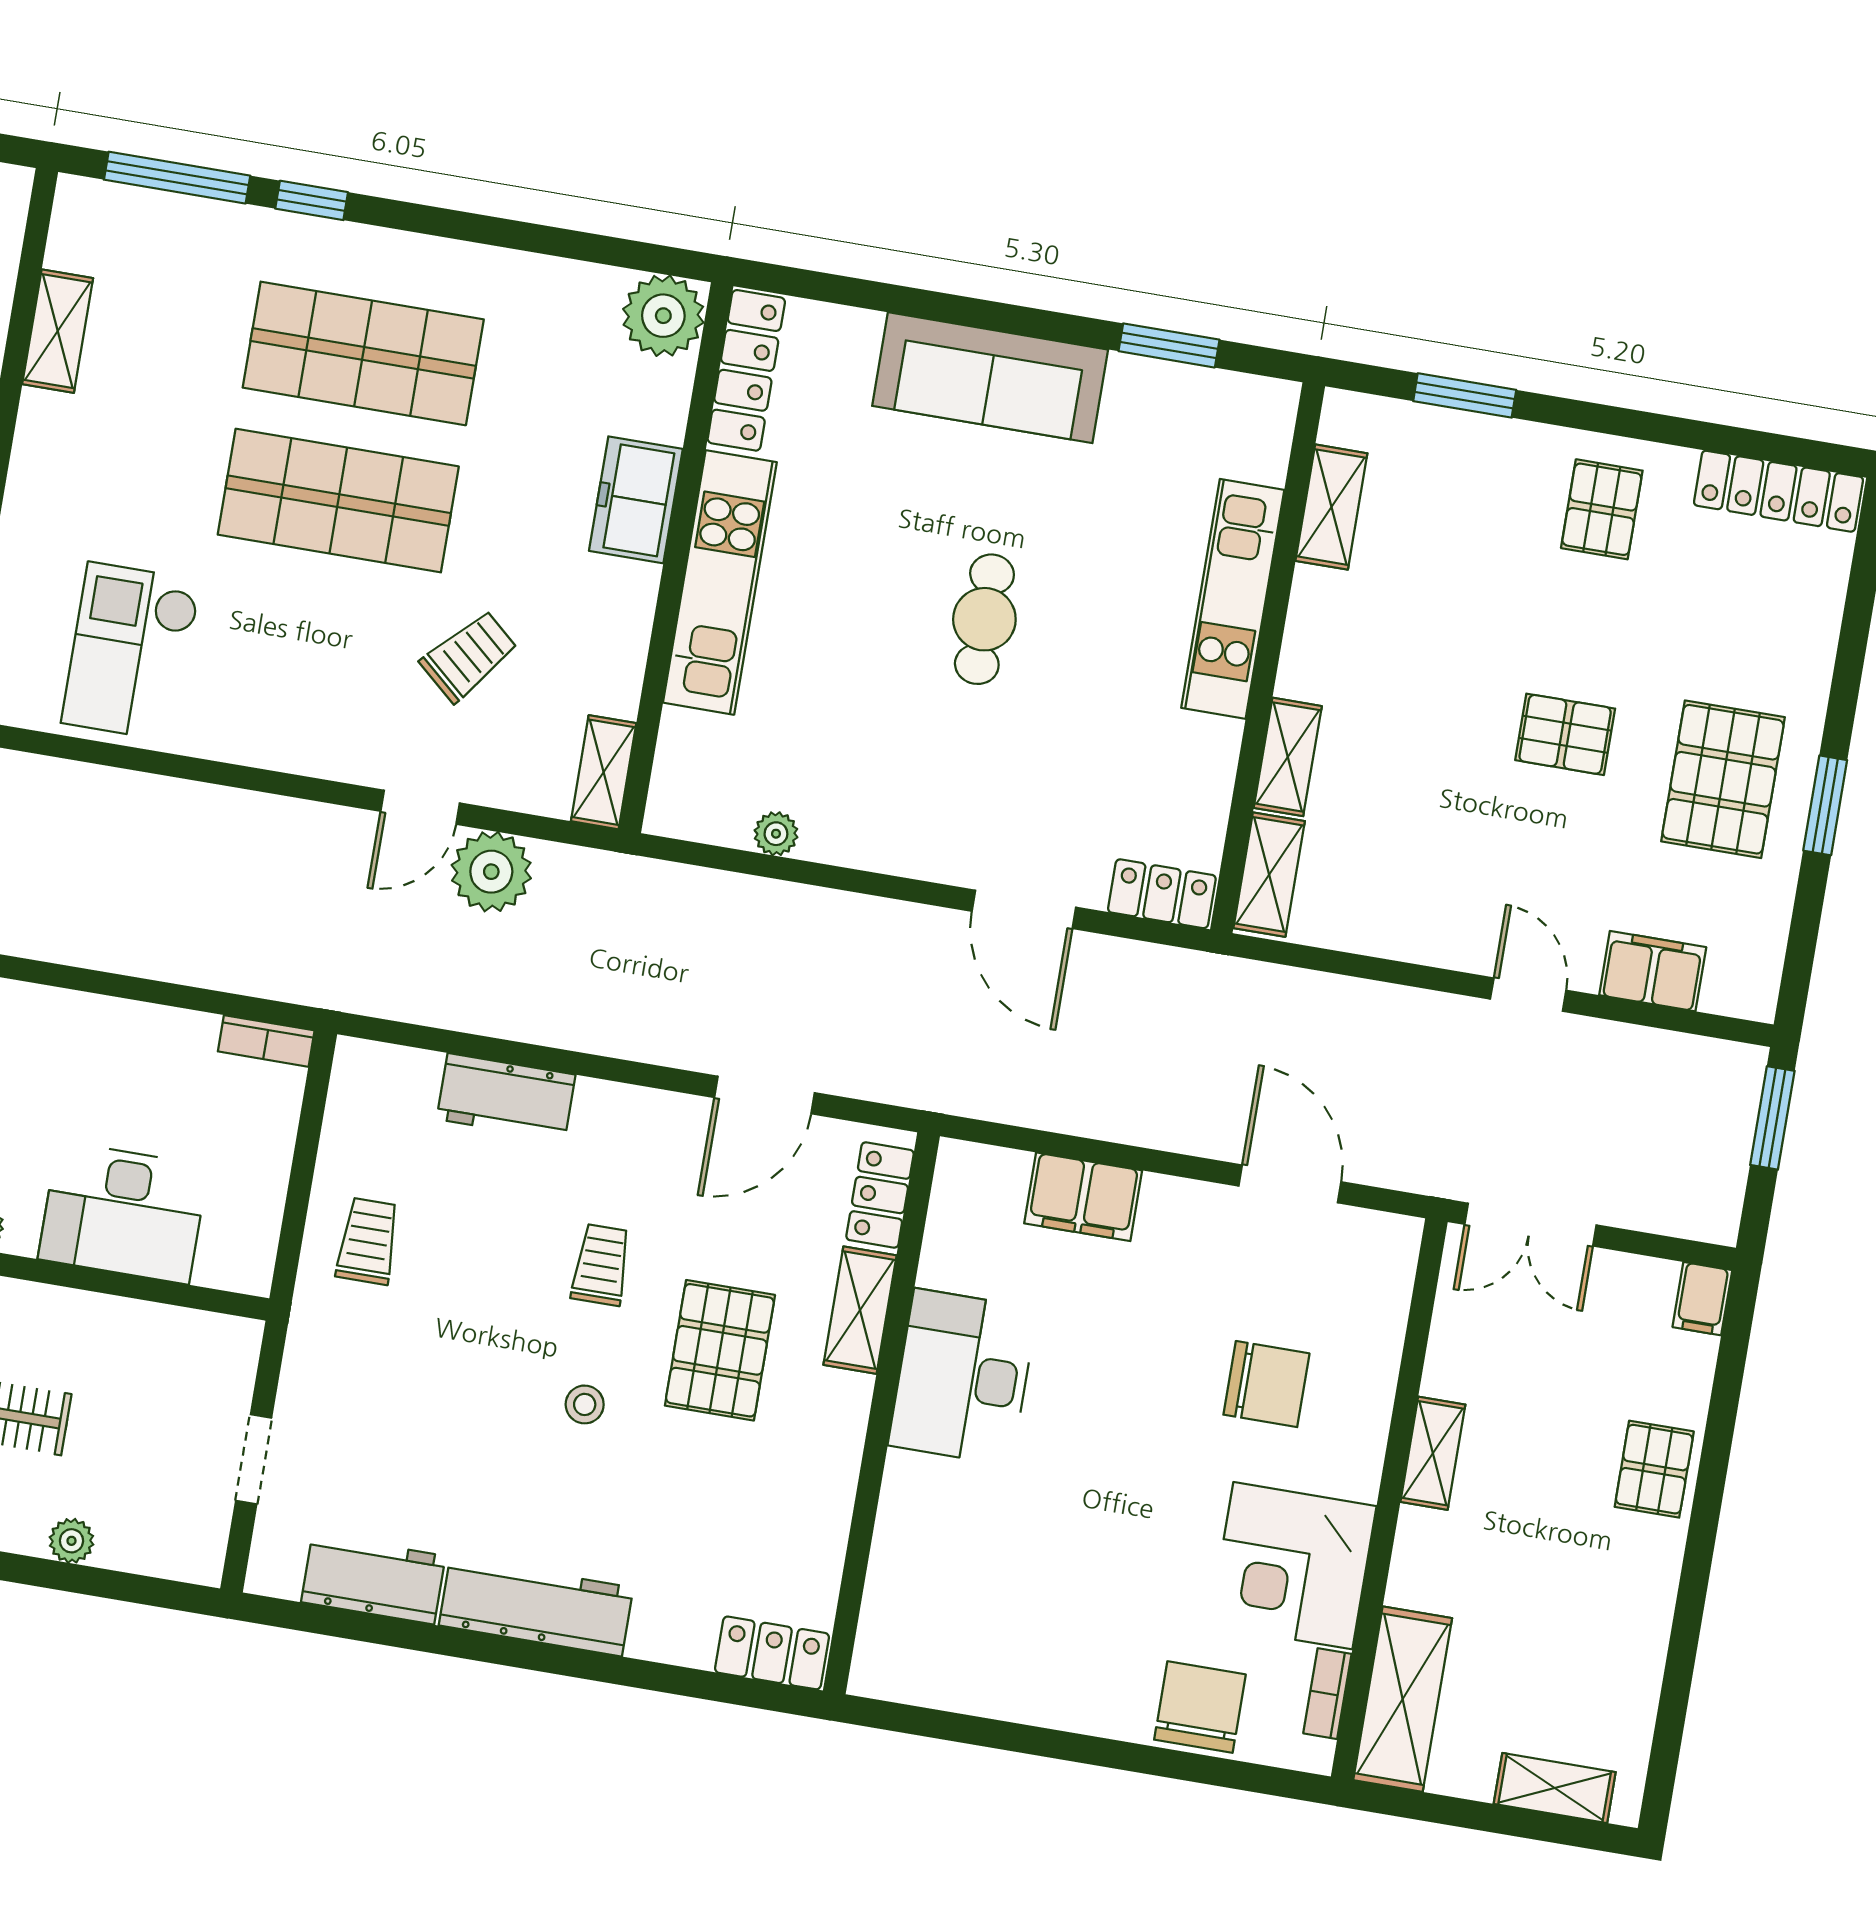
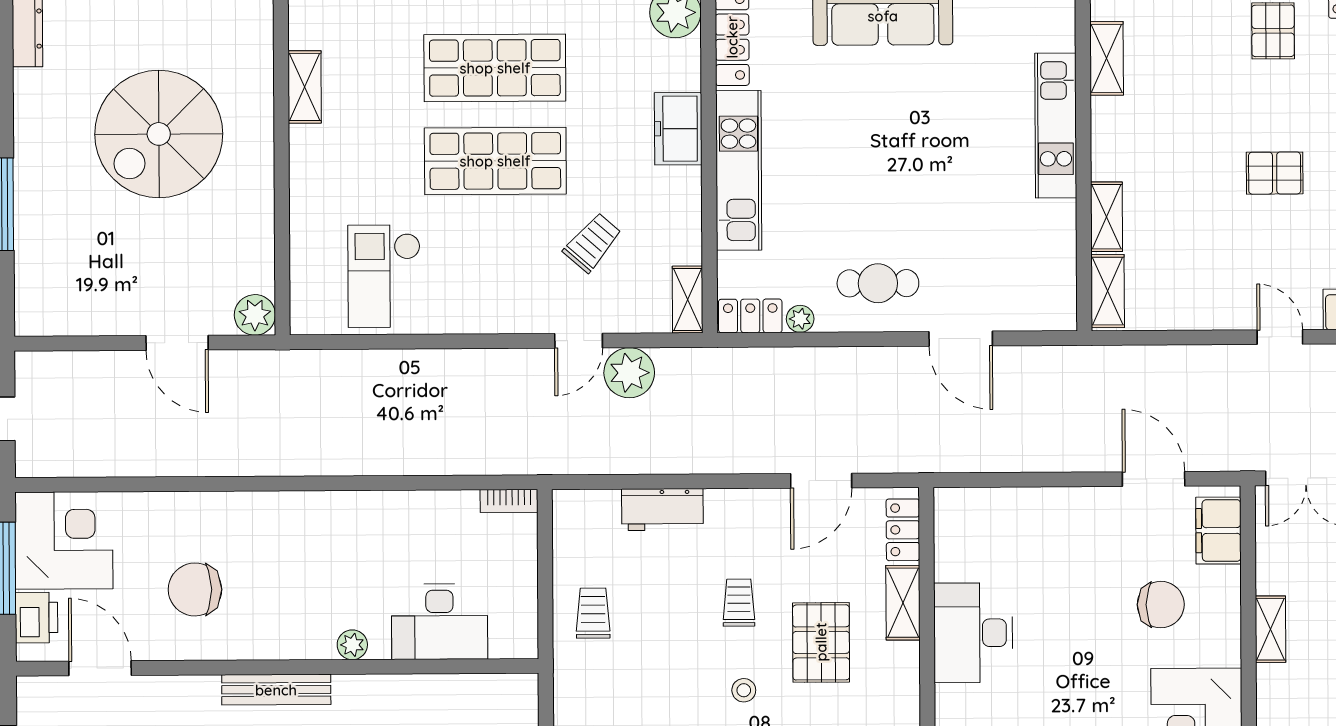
cafe table: (984, 619) -> (878, 283), moved, turned 90
locker: (1162, 894) -> (750, 316), moved
filing cabinet: (1083, 1197) -> (1218, 531), moved, turned 90

